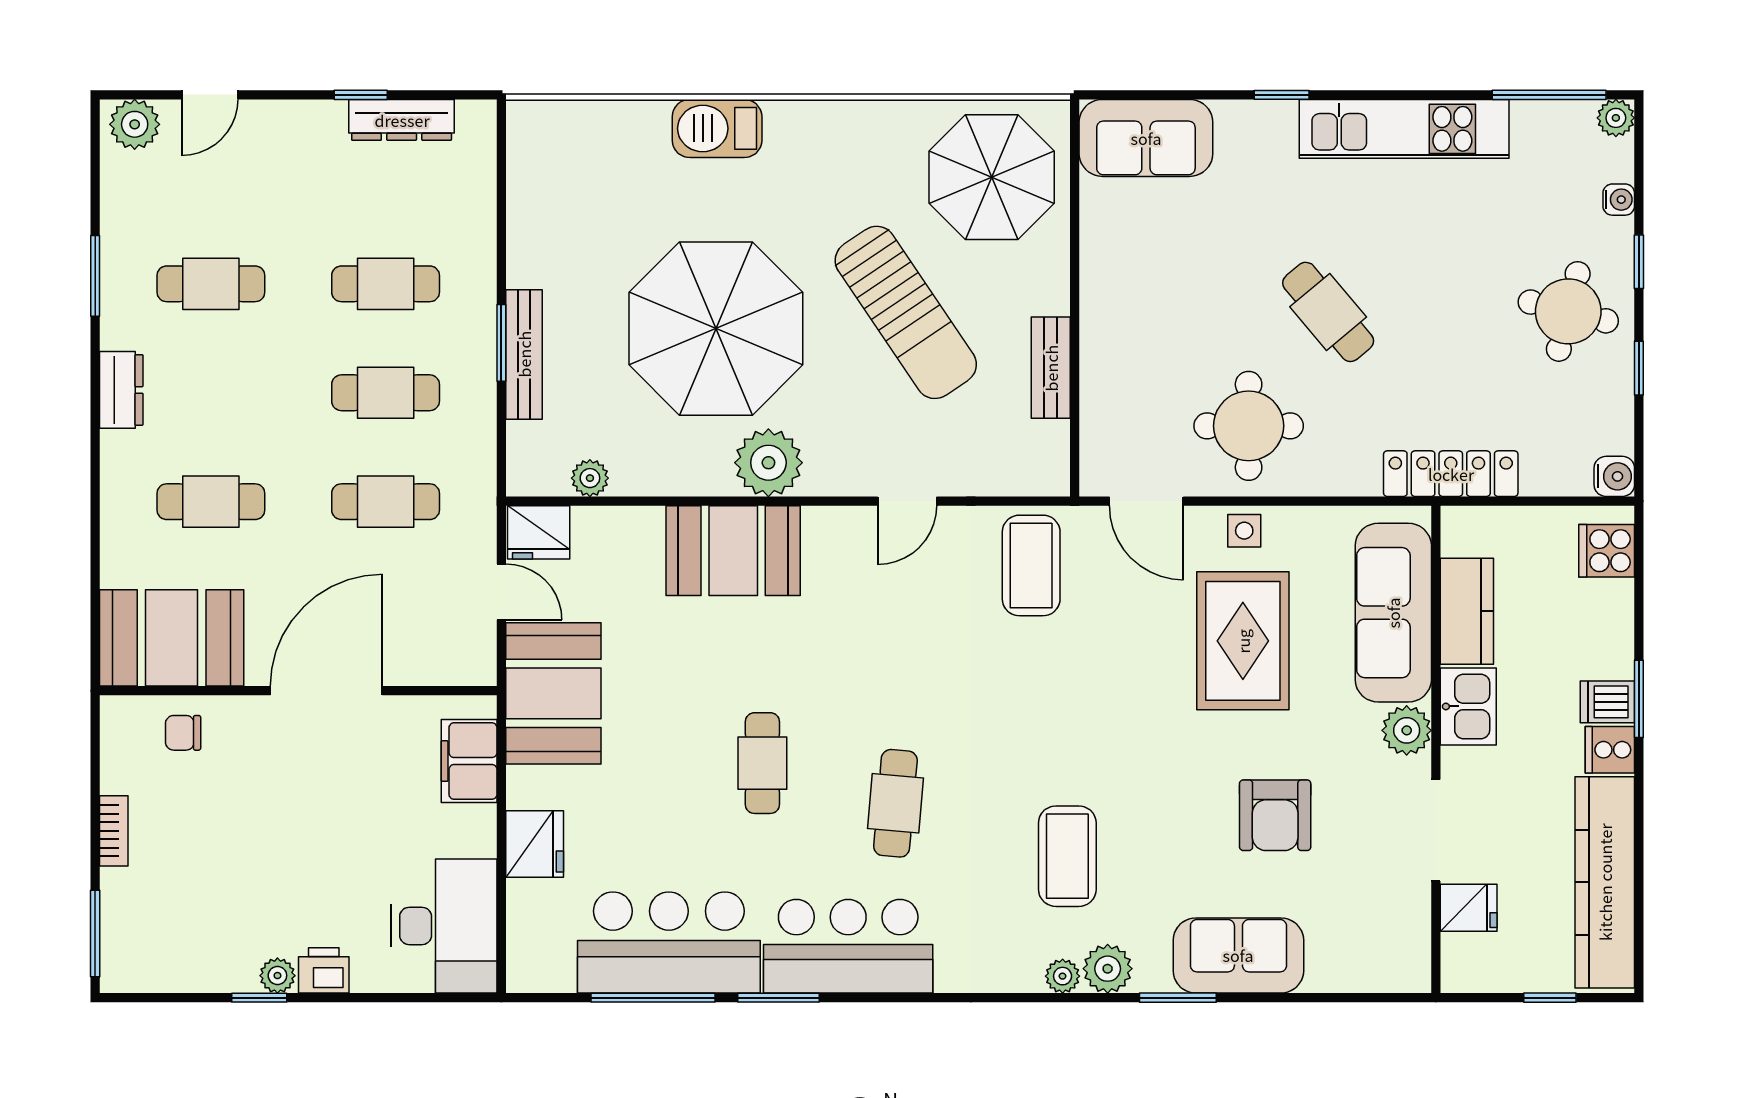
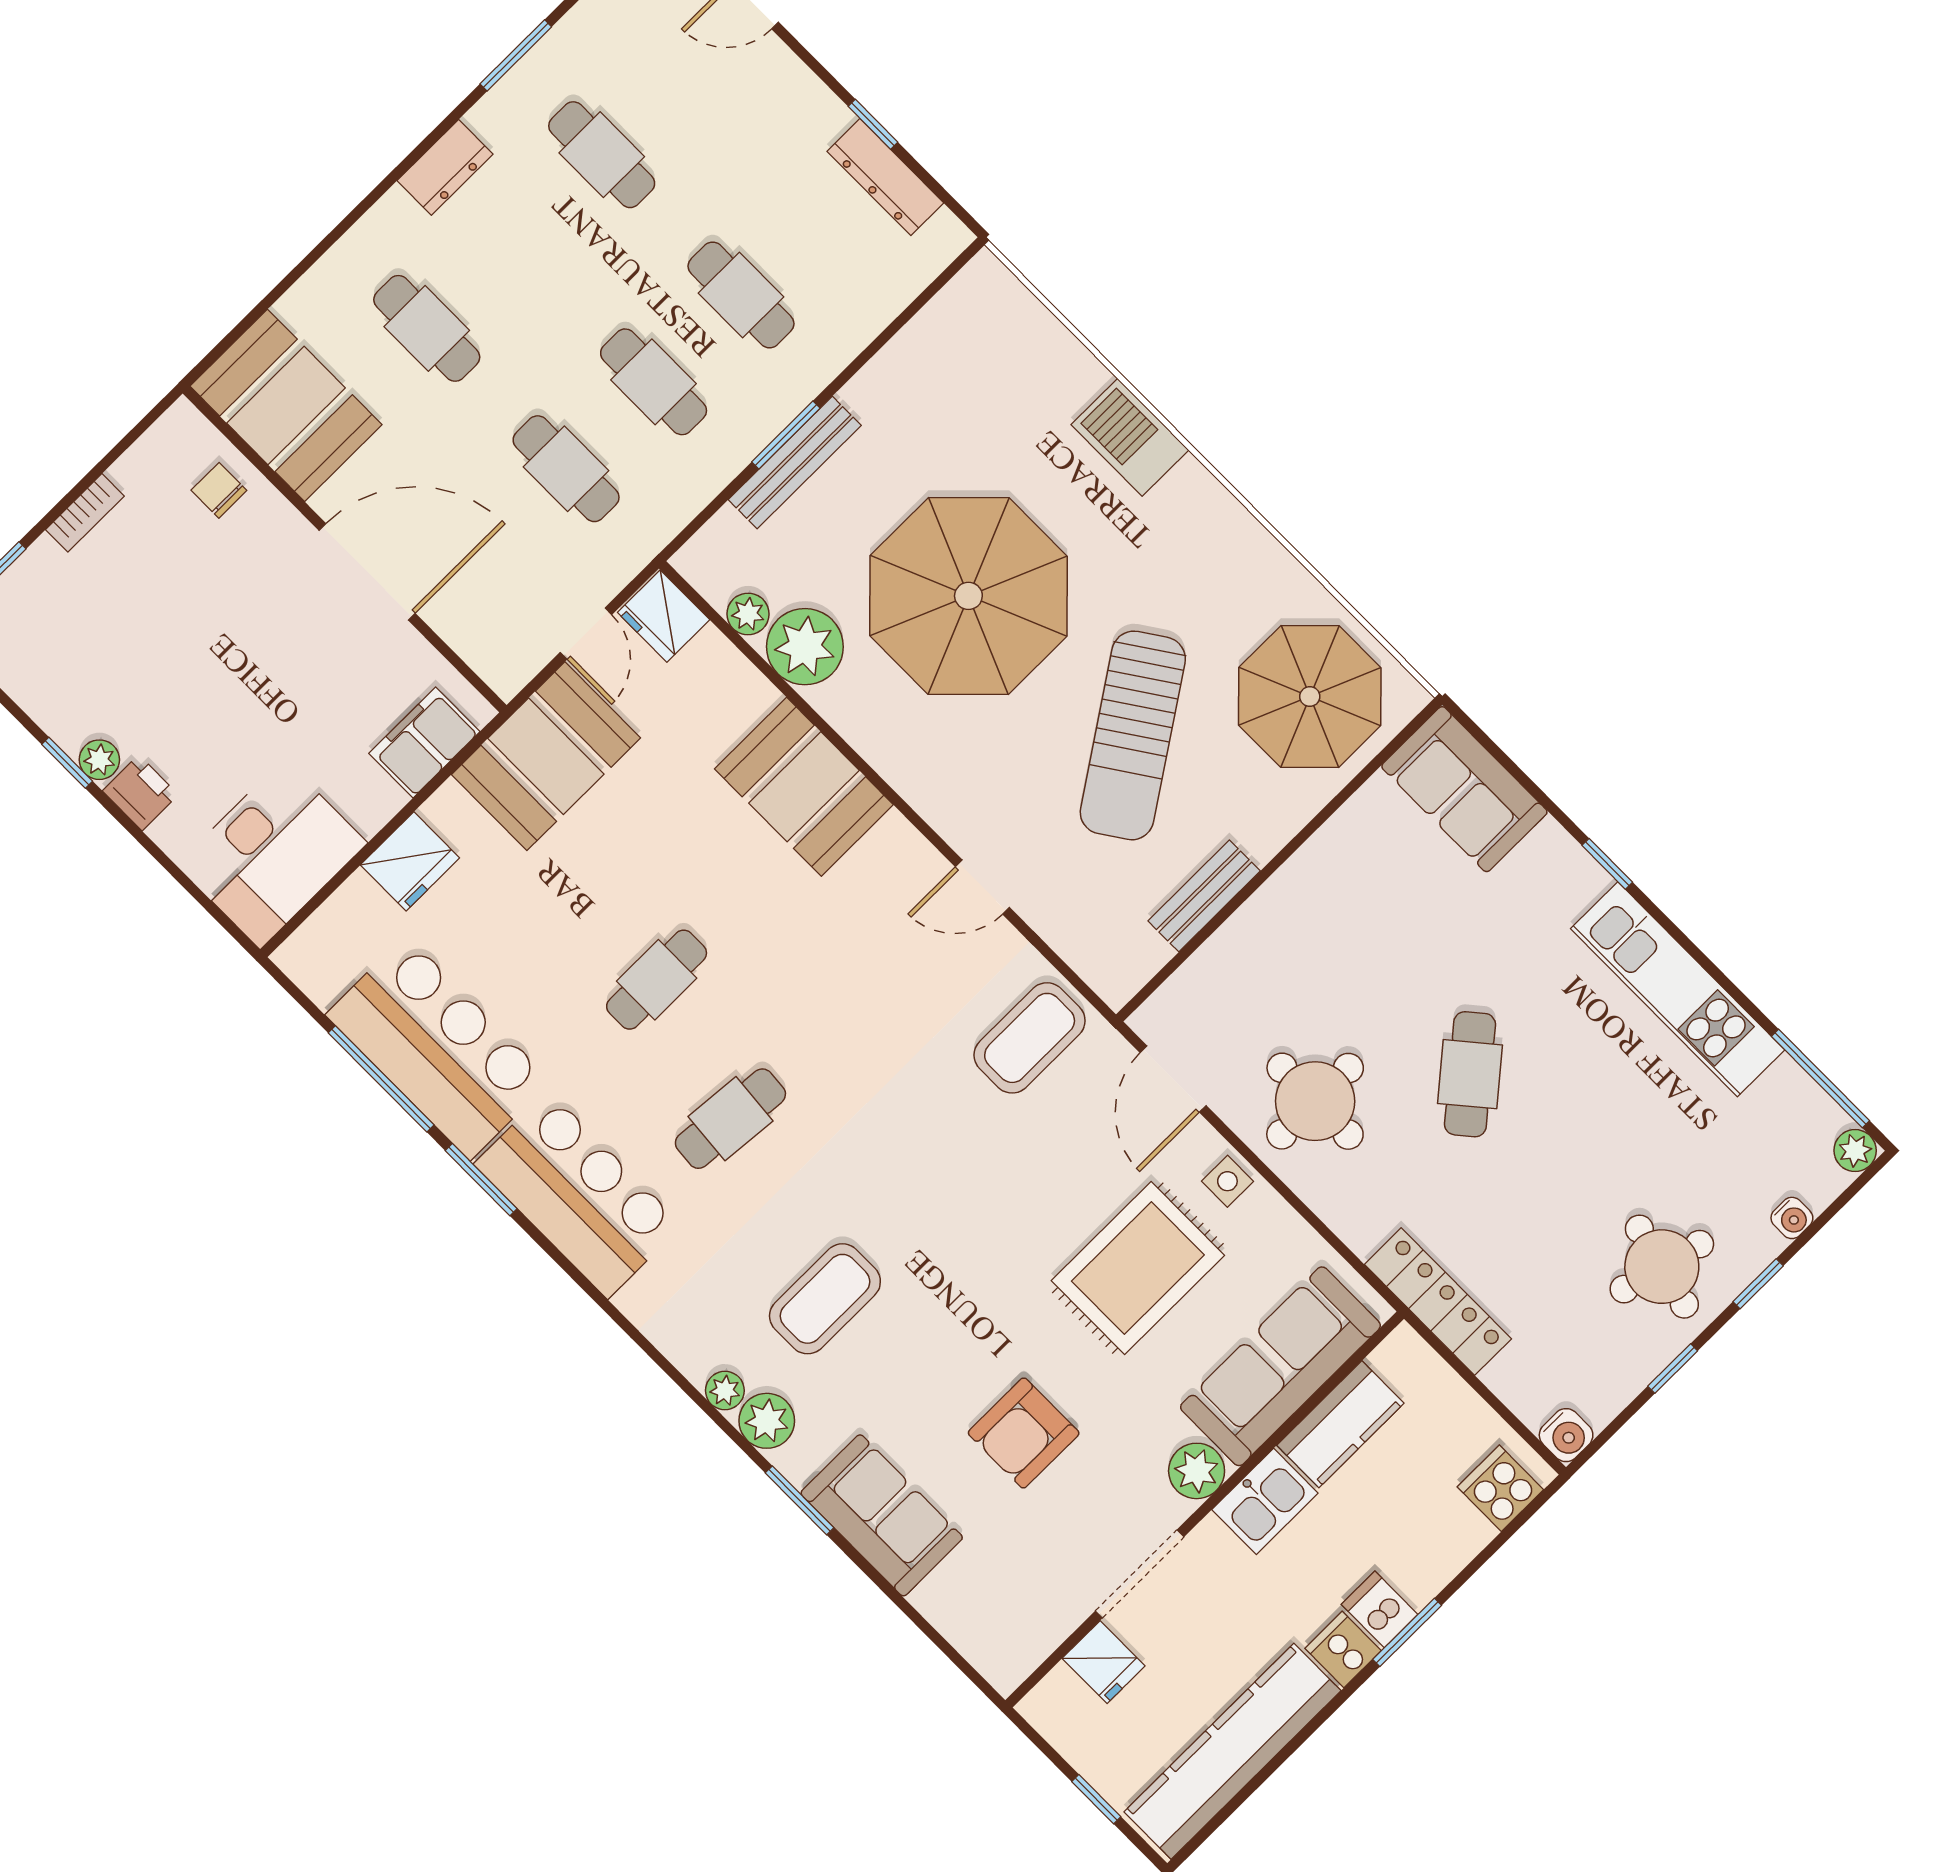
plant: (768, 463) -> (805, 647), moved

